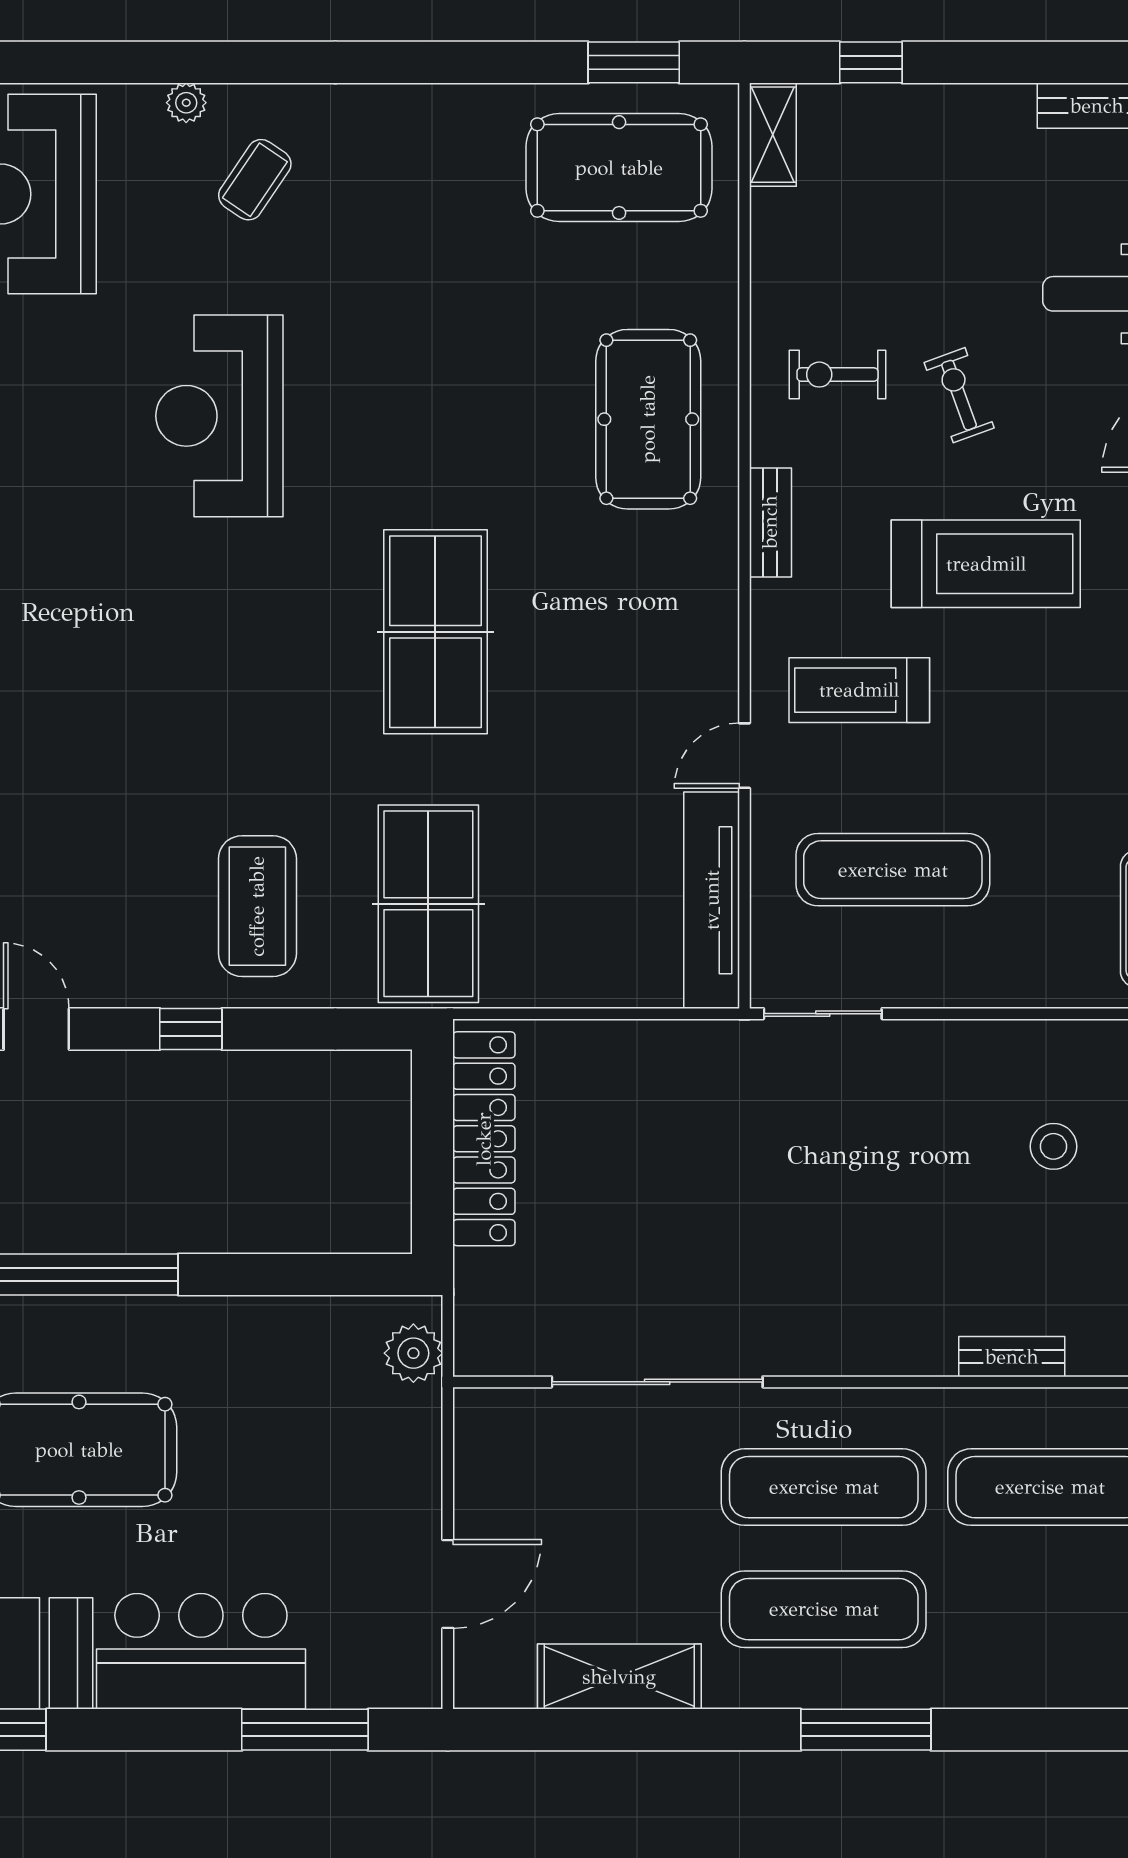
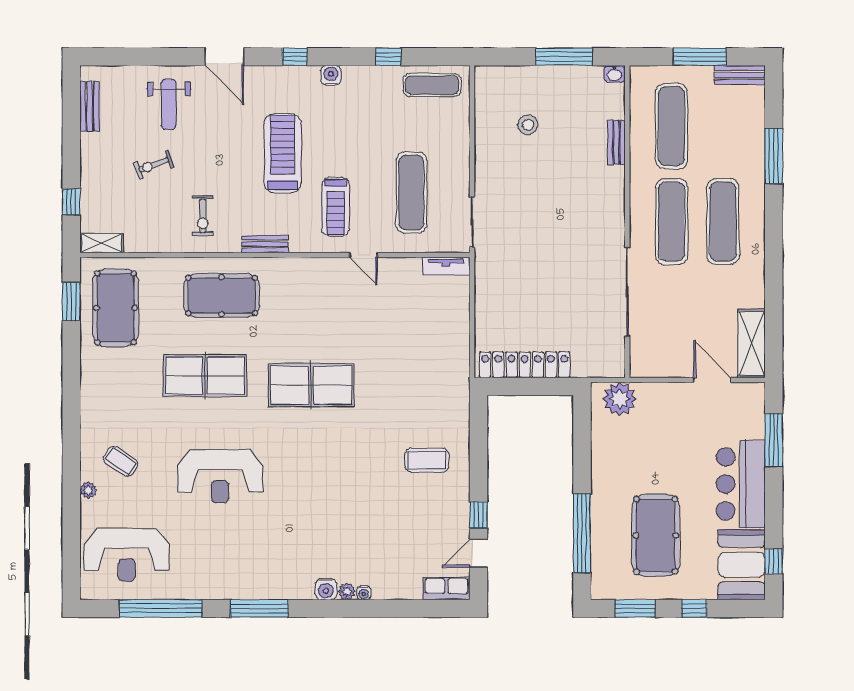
exercise bike: (959, 395) -> (154, 165), moved
tv unit: (712, 900) -> (446, 266), width x0.52, depth x0.78
table tennis table: (428, 904) -> (205, 376), moved
coffee table: (257, 906) -> (427, 460), width x0.73, depth x0.76
window: (191, 1029) -> (479, 515), moved
plant: (413, 1353) -> (620, 399), width x1.36, depth x1.36
shelving: (619, 1677) -> (751, 343), moved
window: (866, 1730) -> (774, 156), moved

